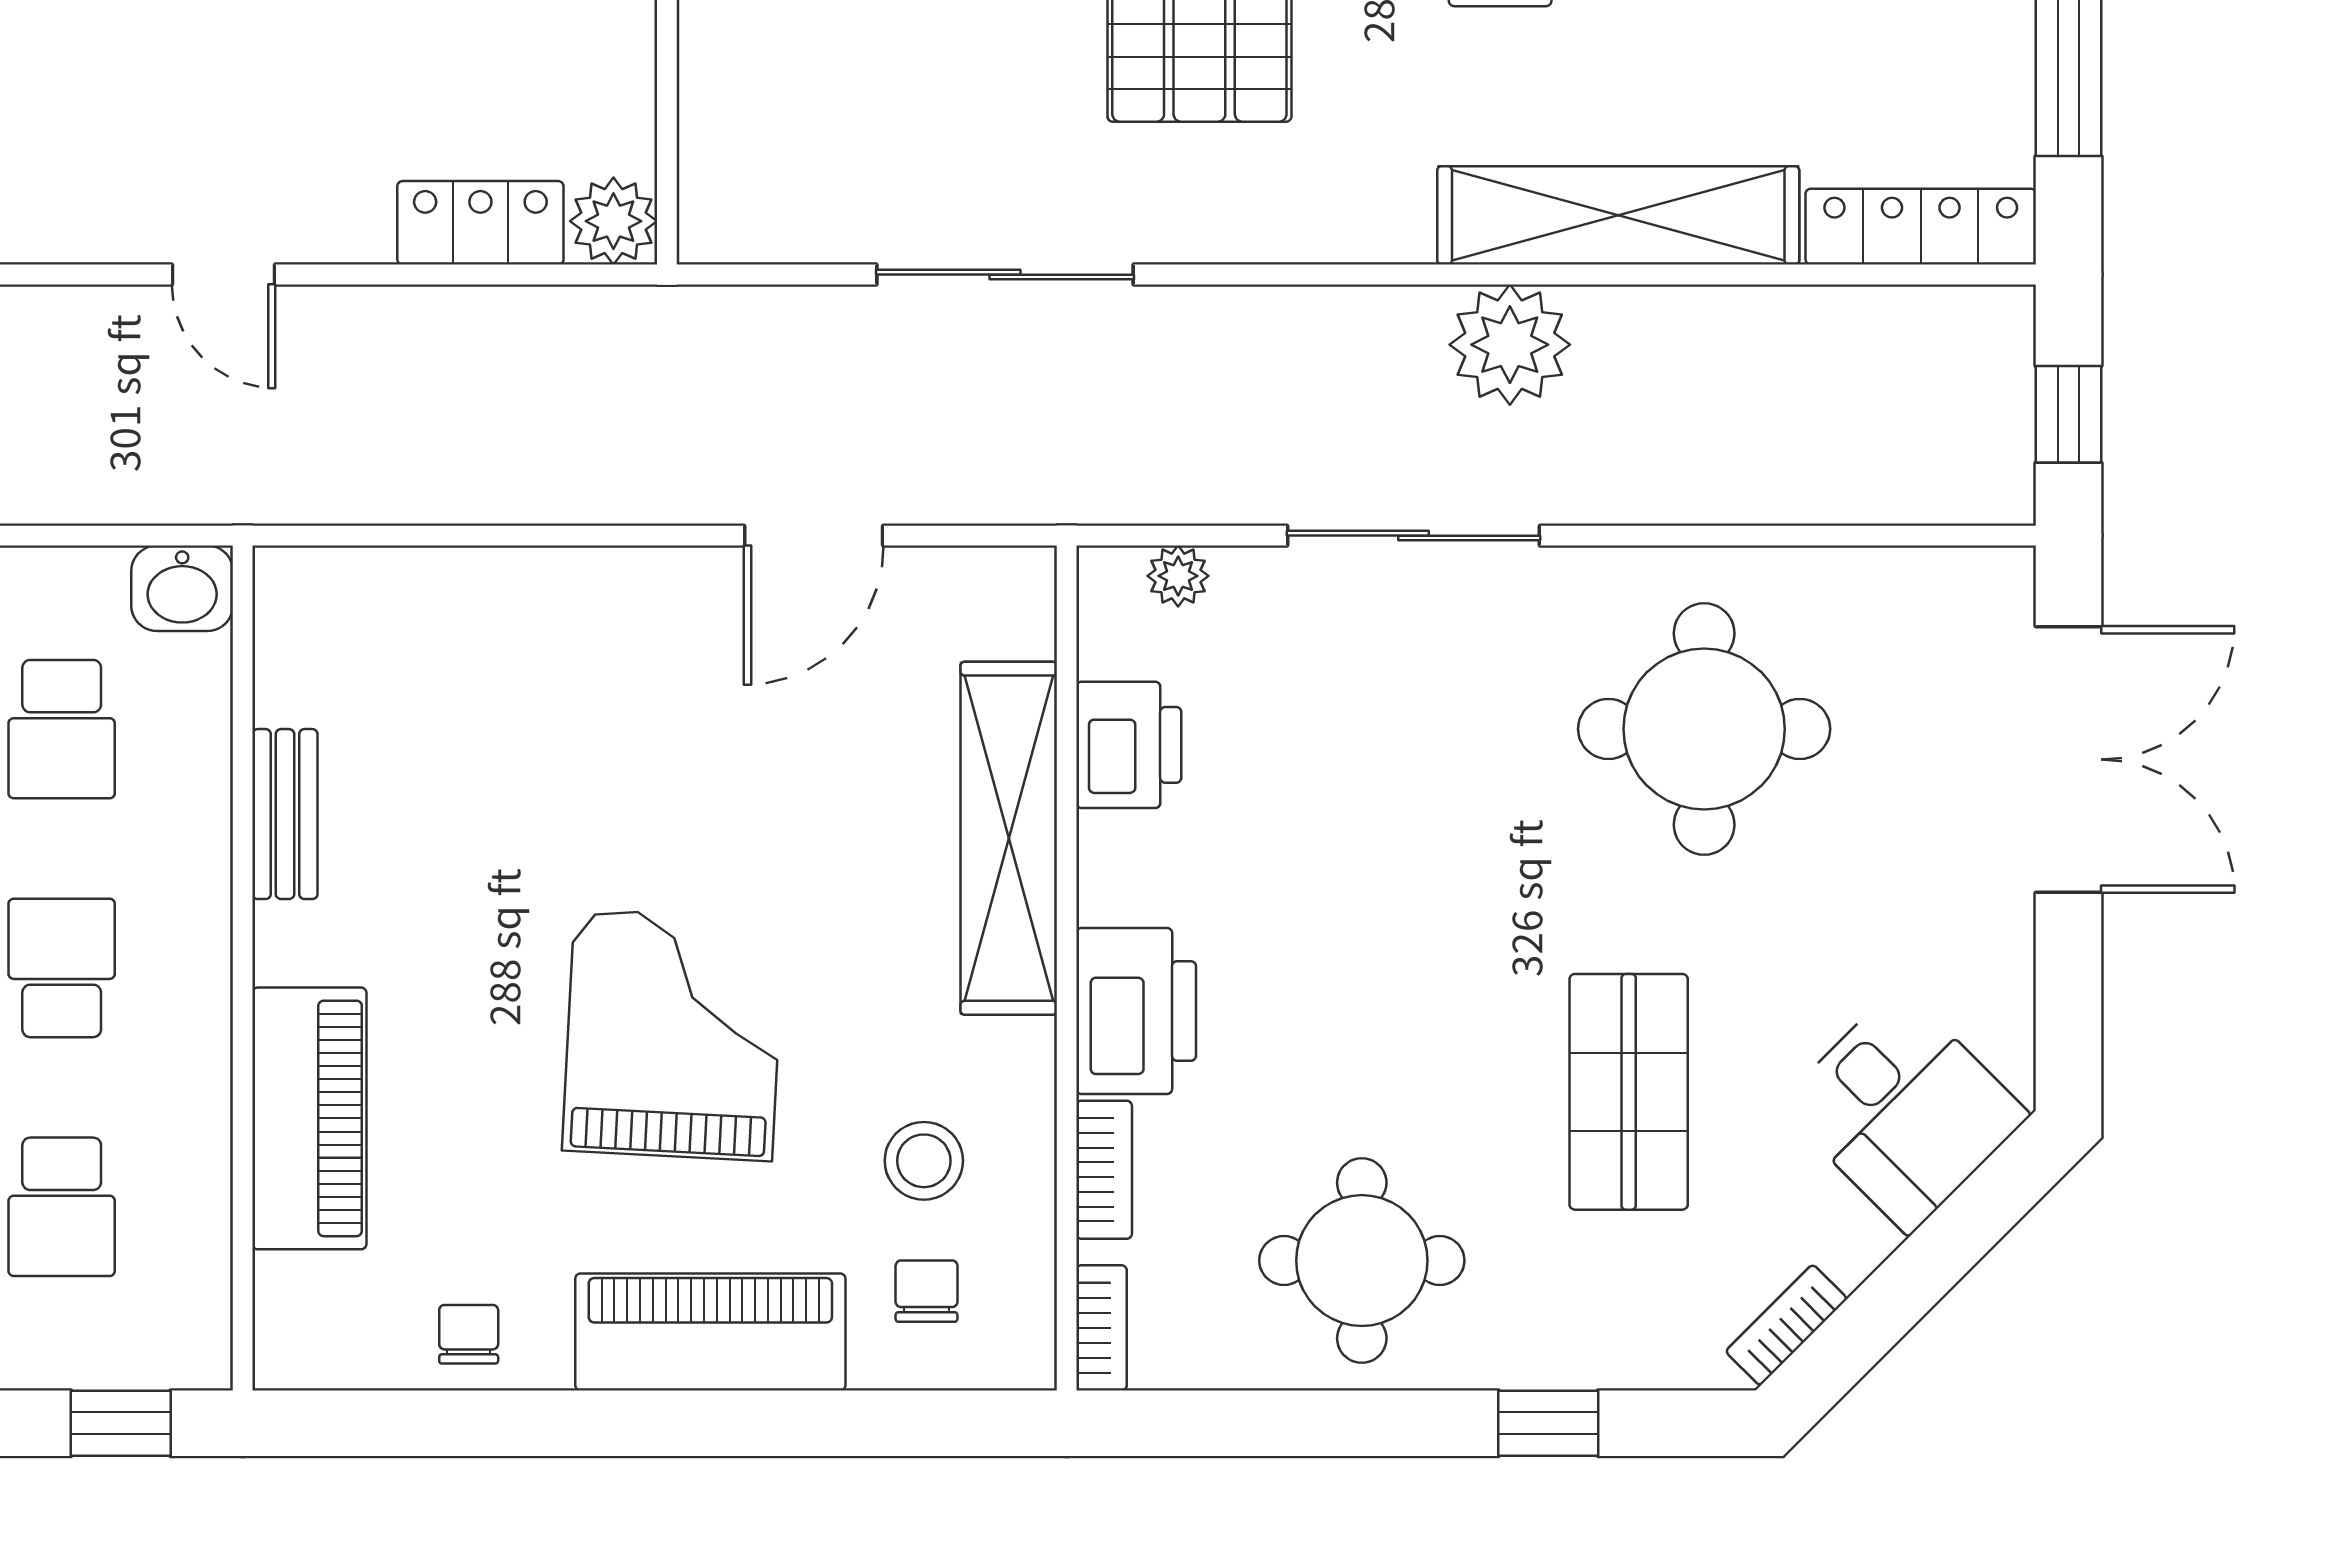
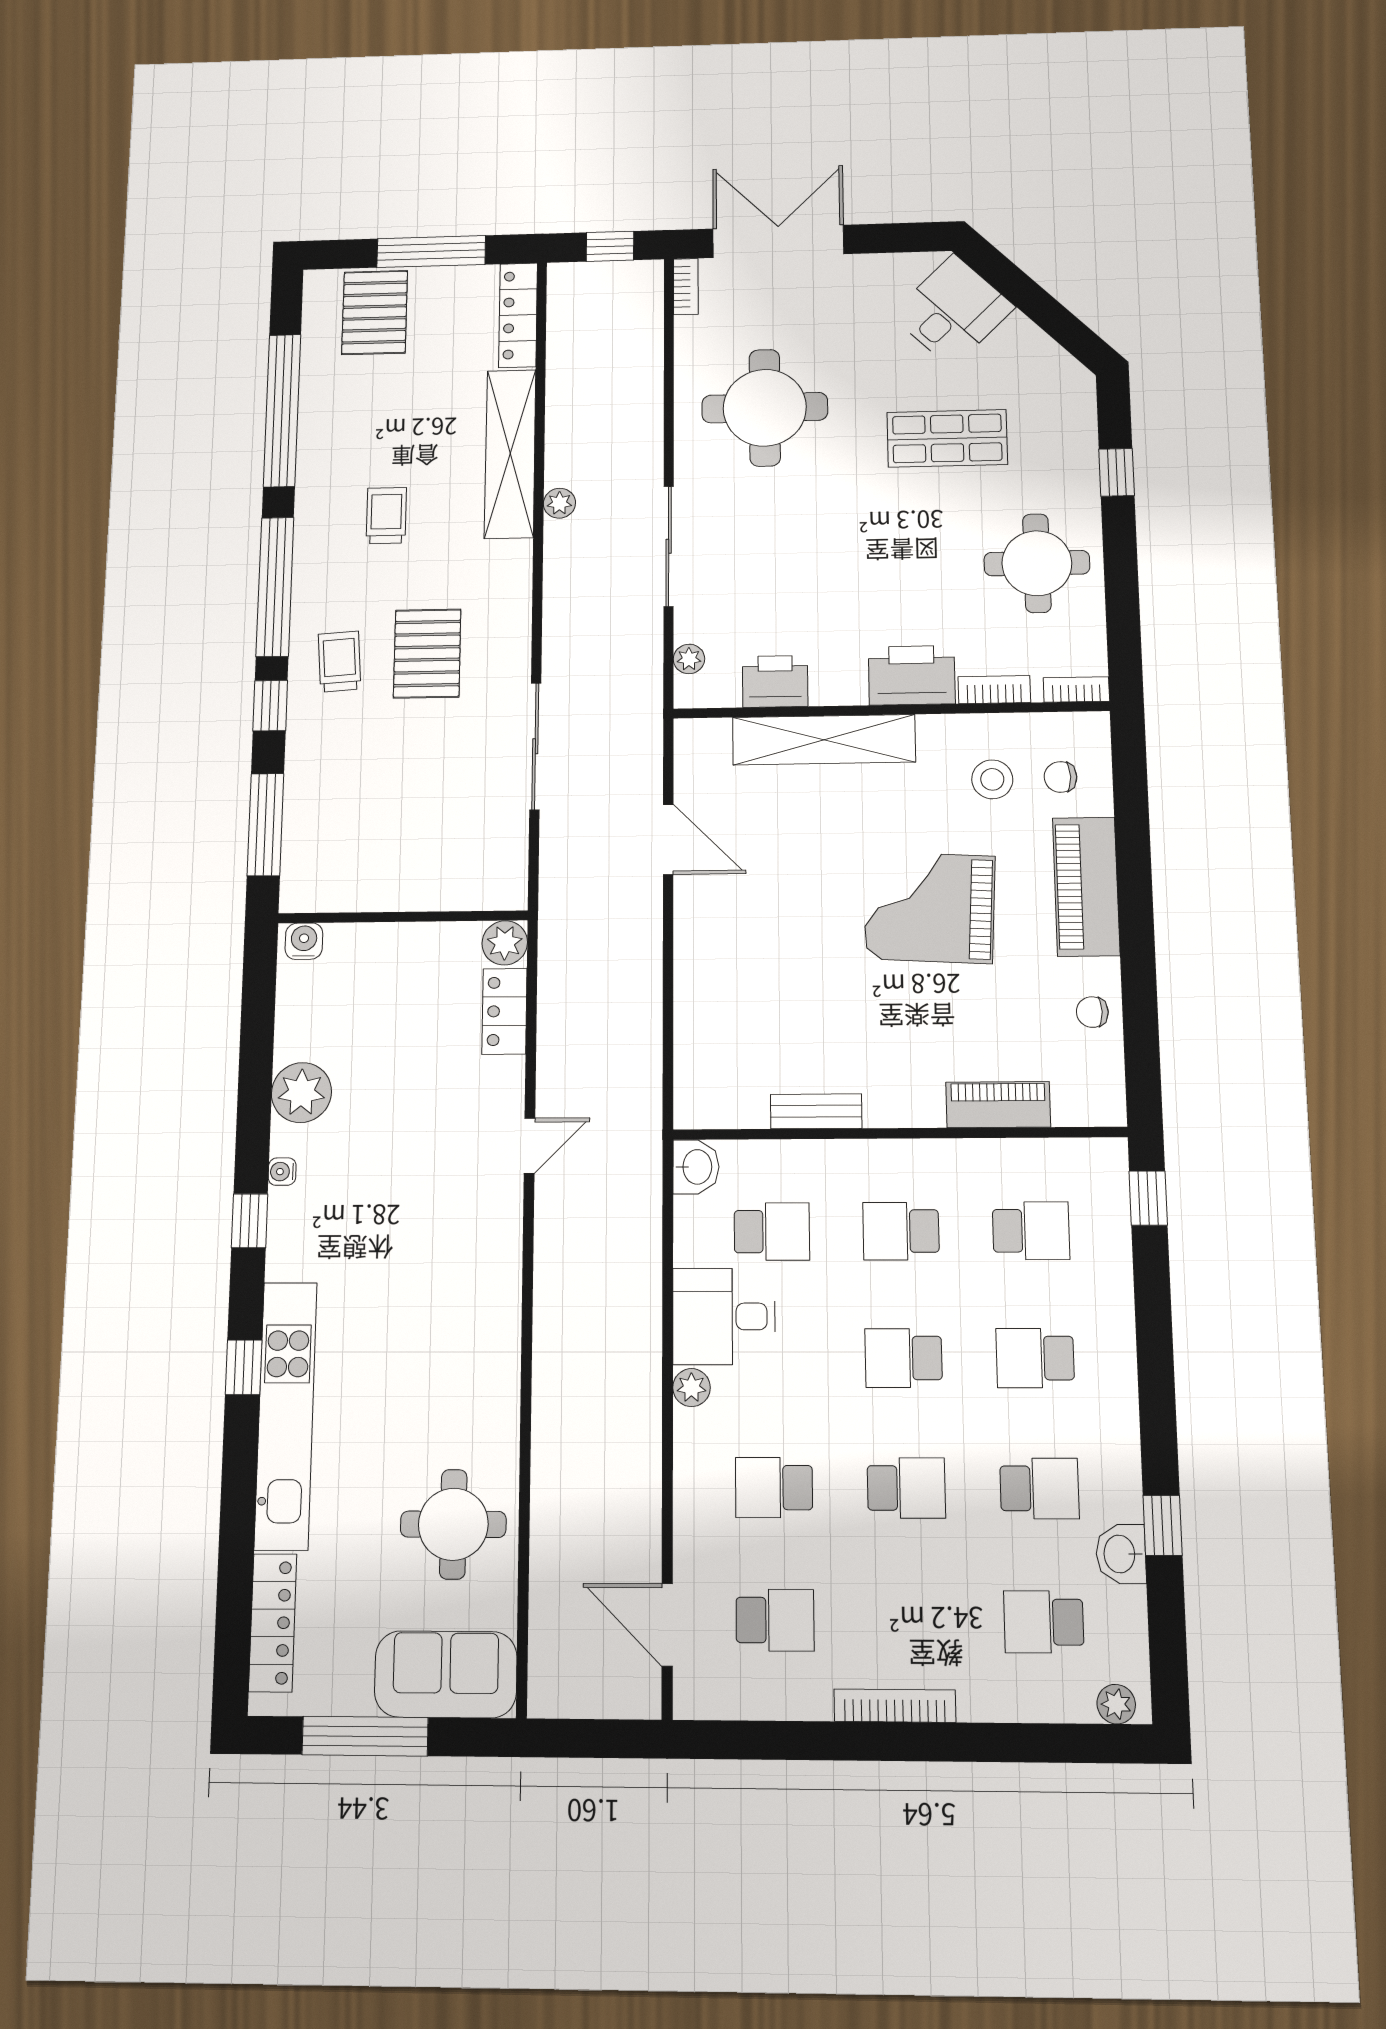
plant: (1510, 345) -> (559, 503), width x0.53, depth x0.53
piano: (309, 1118) -> (998, 1105), width x0.73, depth x0.75
bookcase: (1786, 1325) -> (686, 287), moved, turned -135

